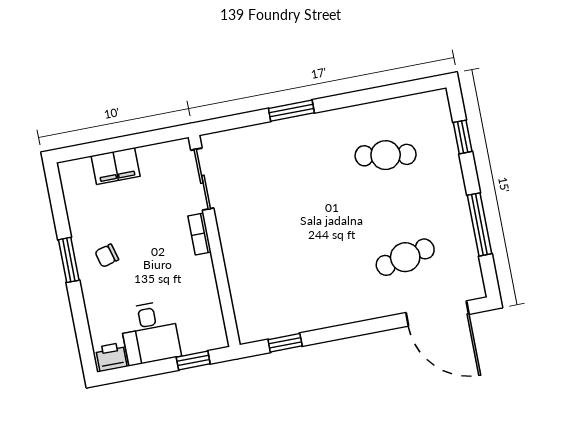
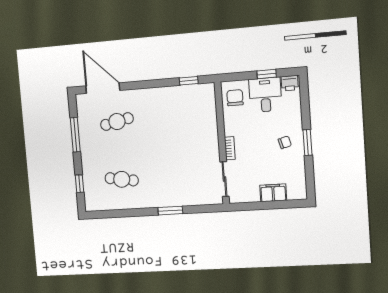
chair: (201, 322) -> (235, 98), added
window: (193, 360) -> (267, 74), moved

